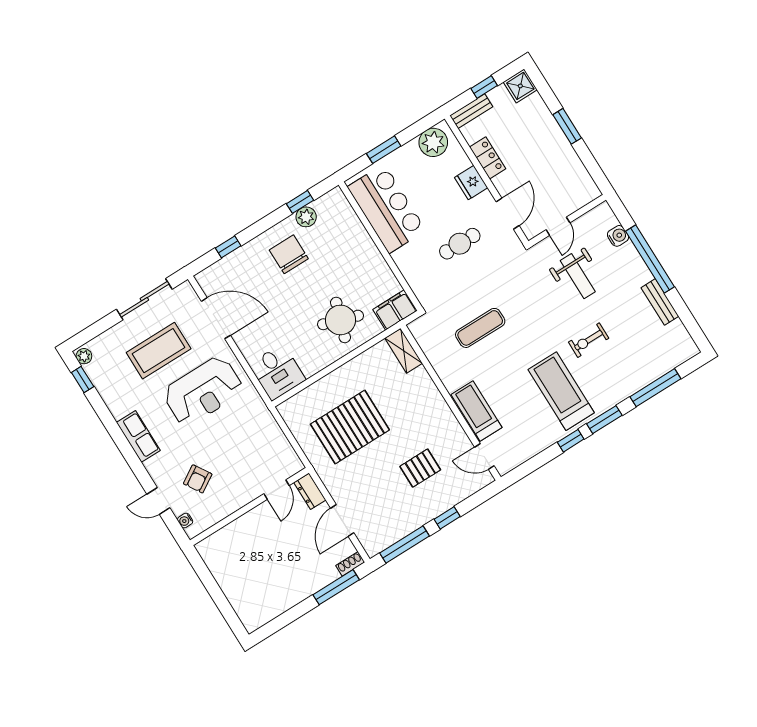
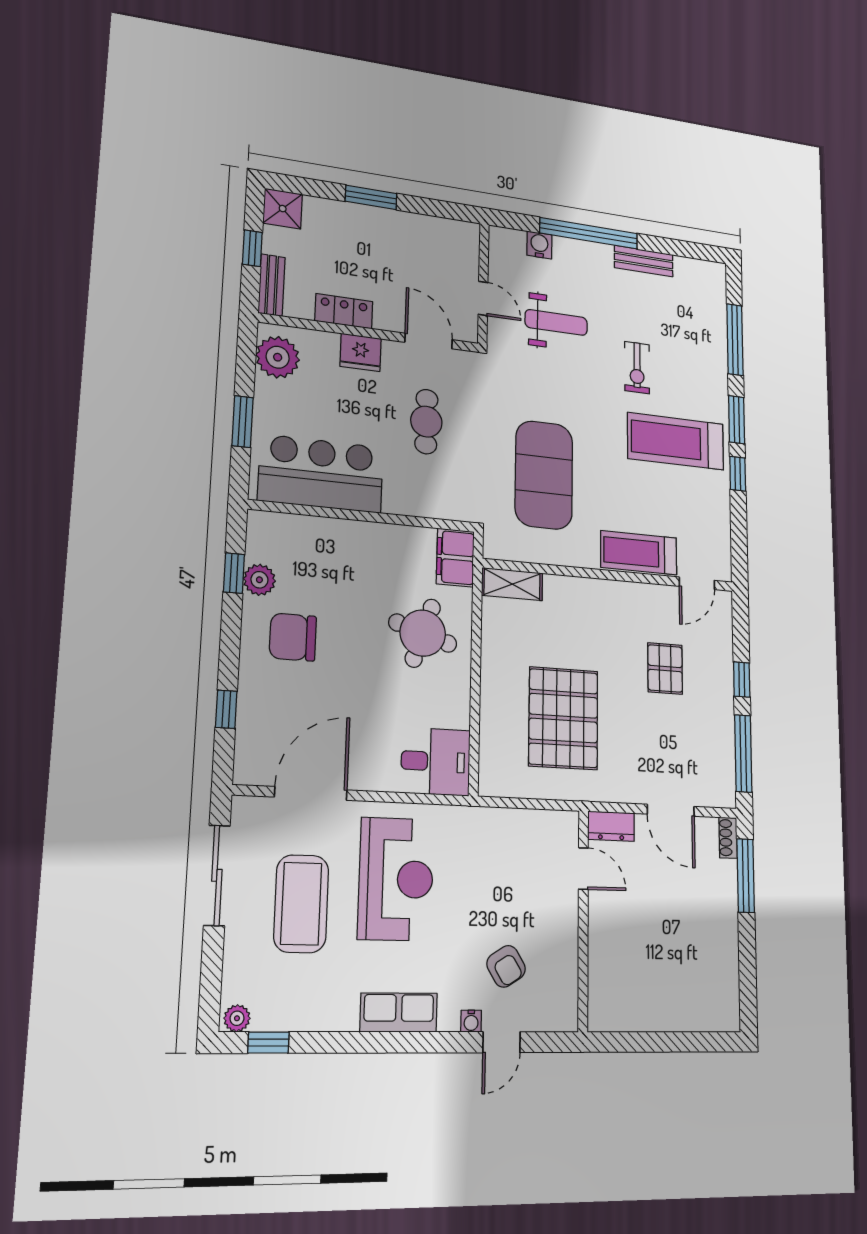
exercise mat: (480, 328) -> (544, 475), width x2.00, depth x1.45
water cooler: (185, 521) -> (471, 1021), moved

